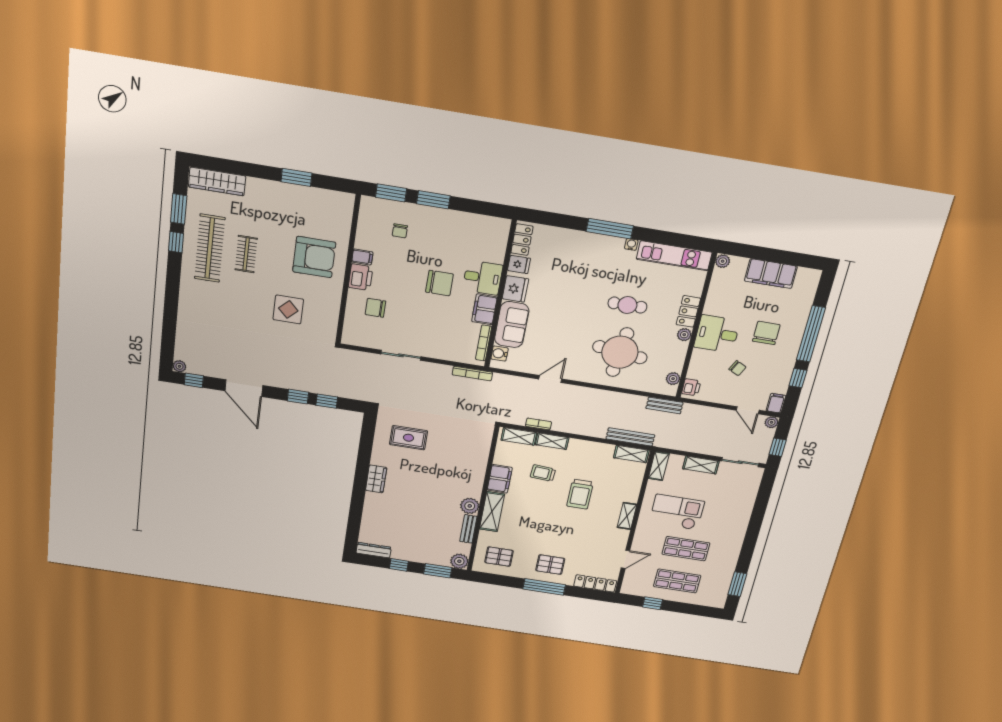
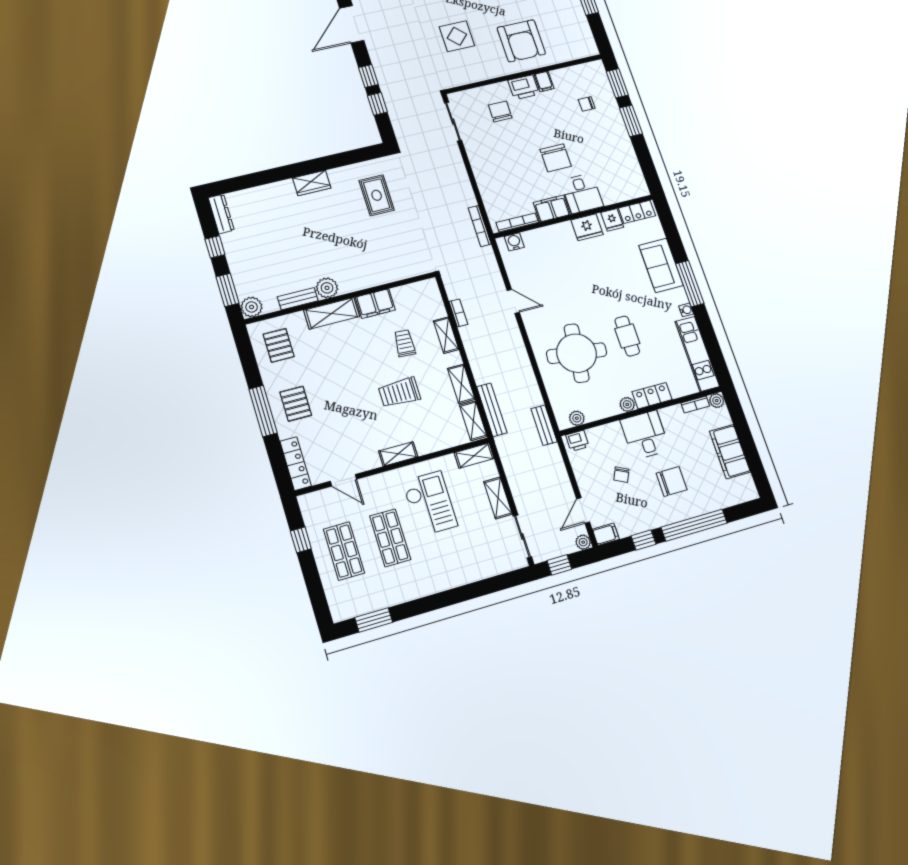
bookcase: (716, 281) -> (695, 405), added
sofa: (512, 325) -> (661, 265), moved, turned 90
sliding door: (401, 355) -> (453, 122), moved
shelving: (519, 436) -> (461, 384), moved

